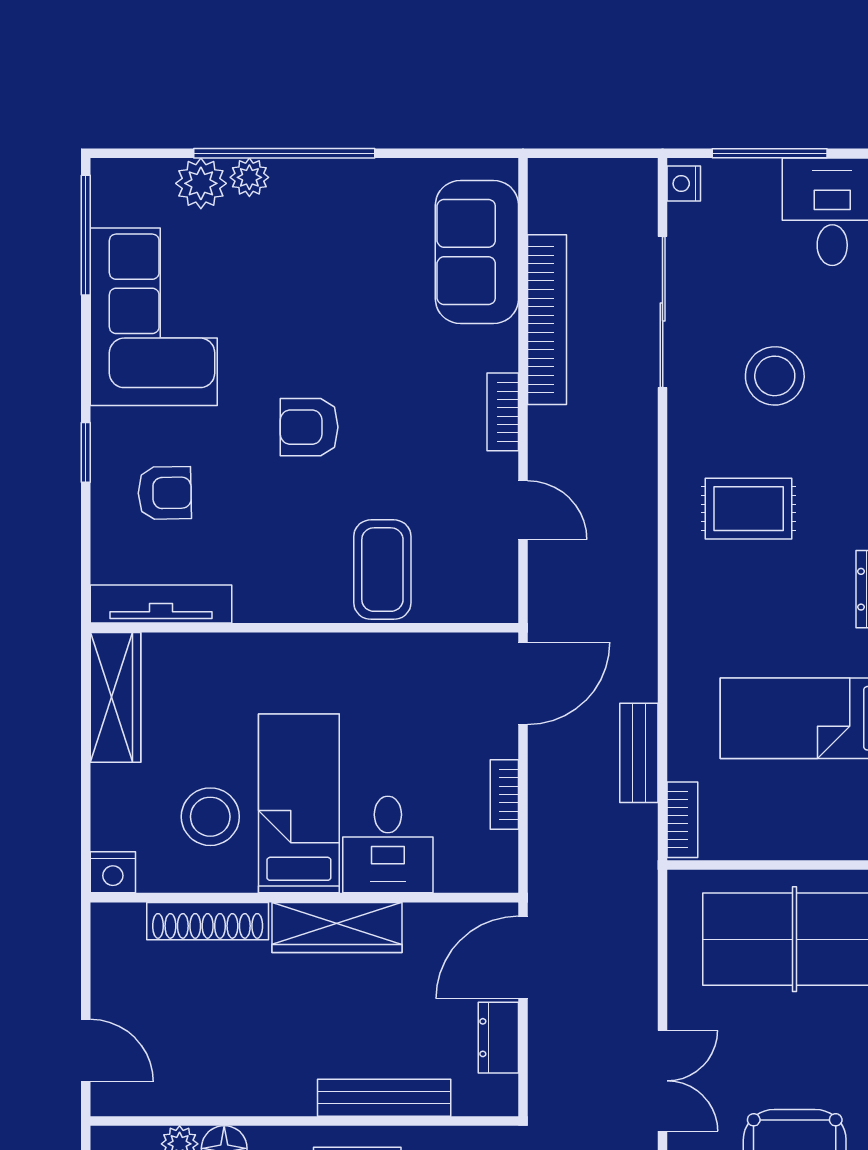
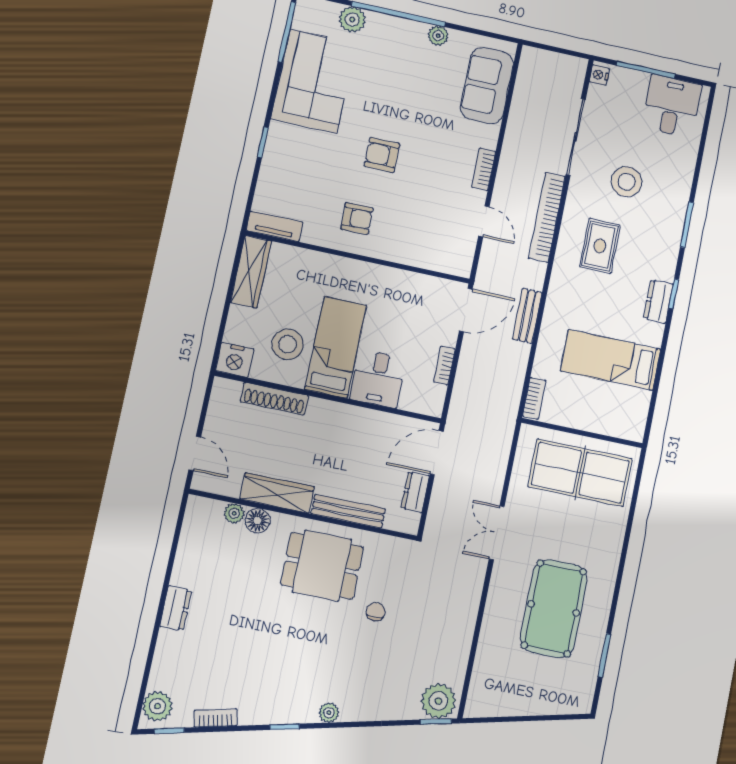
plant: (249, 177) -> (438, 36), moved
bookcase: (547, 320) -> (547, 217), moved, turned 180
armchair: (165, 493) -> (357, 218), moved
rug: (749, 509) -> (600, 246), turned 90
coffee table: (382, 570) -> (405, 236), removed
tv unit: (161, 604) -> (275, 226), width x0.71
bench: (639, 753) -> (527, 316), moved
nightstand: (113, 872) -> (235, 360), width x1.36, depth x1.33
wardrobe: (337, 927) -> (277, 493), moved, turned 180
double door: (663, 1081) -> (497, 533), swing flipped

